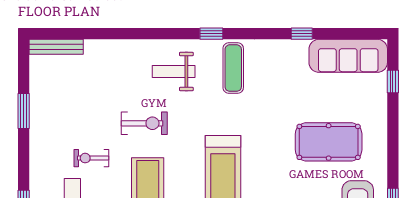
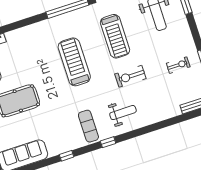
window: (302, 34) -> (67, 156), moved
exercise bike: (91, 158) -> (178, 65), moved

